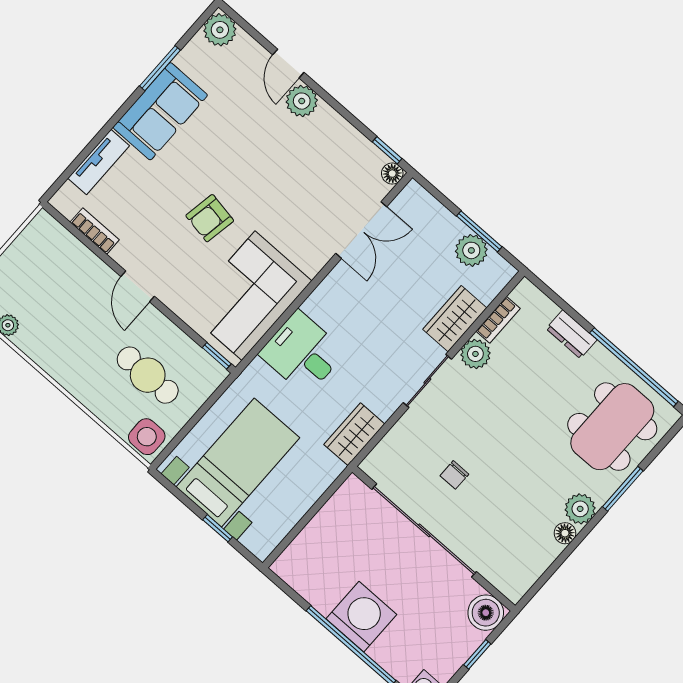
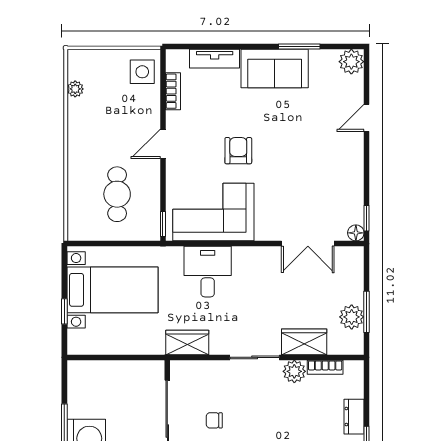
plant: (302, 101) -> (352, 144), removed
armchair: (210, 218) -> (238, 151), turned 80
side table: (147, 437) -> (142, 72), moved

